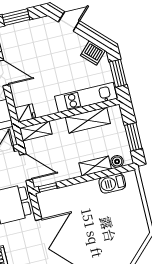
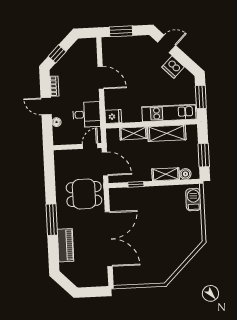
dishwasher: (93, 53) -> (173, 67), moved
shelving: (36, 131) -> (133, 133), moved
barbecue: (112, 183) -> (193, 200), moved, turned 90
window: (48, 187) -> (136, 184), moved

